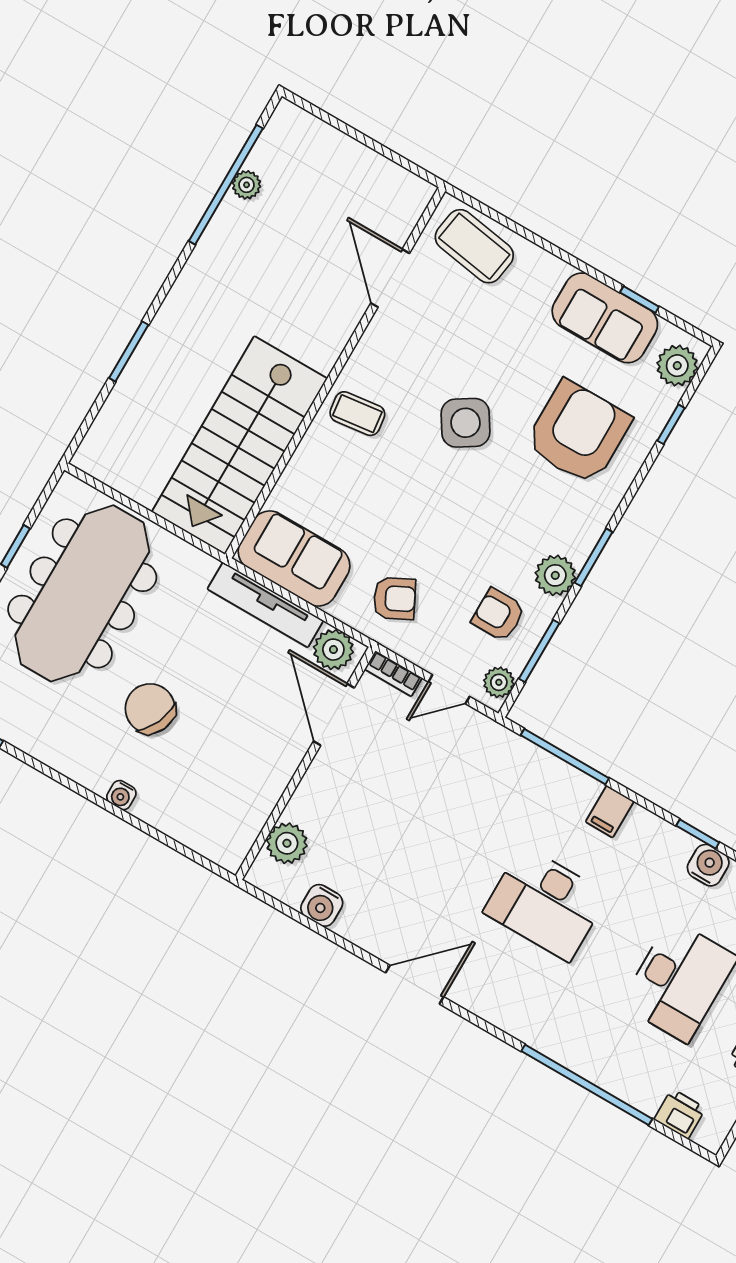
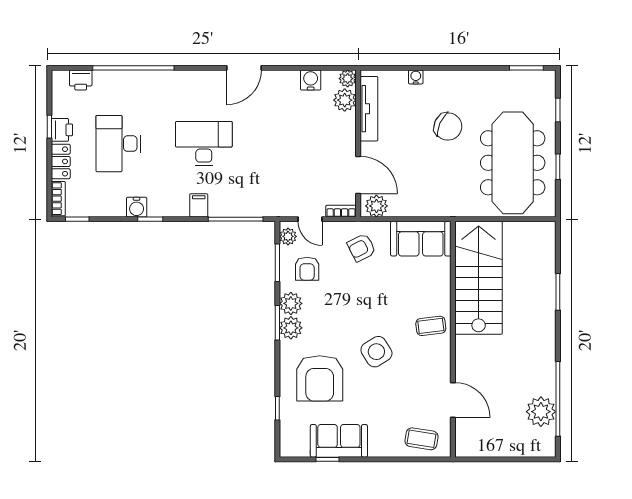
plant: (247, 185) -> (541, 412), width x1.87, depth x1.87
coffee table: (474, 246) -> (422, 439), width x0.73, depth x0.77
plant: (677, 366) -> (291, 328), moved
tv unit: (265, 605) -> (369, 109), moved, turned 90
armchair: (498, 615) -> (307, 269), turned 90
door: (449, 689) -> (310, 219), swing flipped
water cooler: (121, 795) -> (416, 77), moved
plant: (263, 874) -> (348, 79), added

